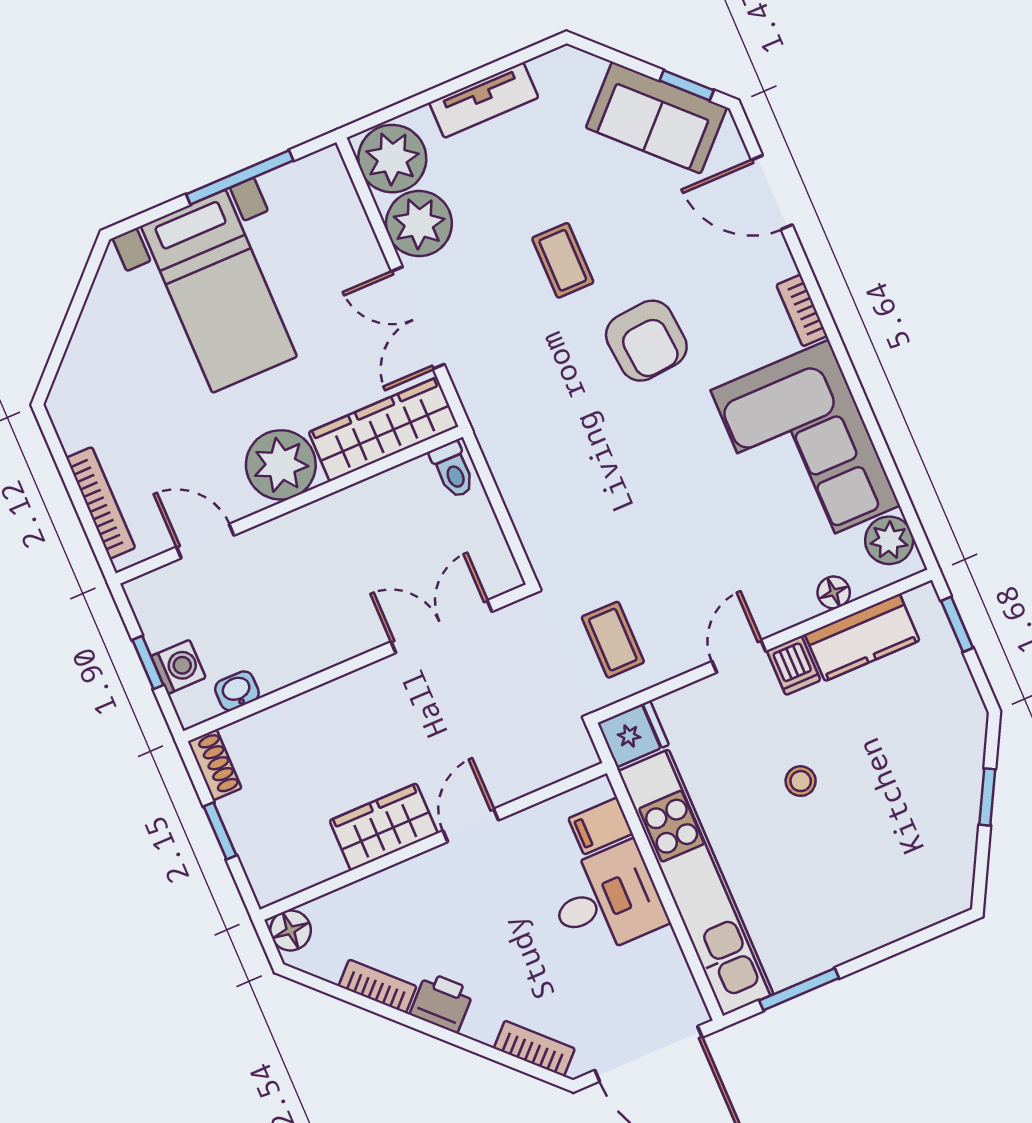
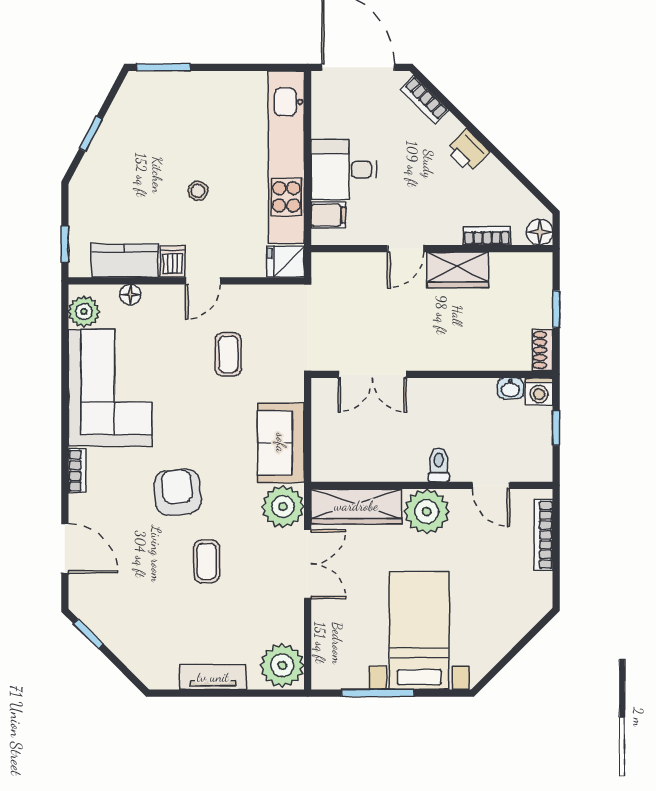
sofa: (656, 118) -> (281, 443), moved, turned -135
plant: (419, 224) -> (283, 506), moved
toilet: (453, 470) -> (439, 465), moved
coffee table: (613, 640) -> (228, 354), moved
washing machine: (178, 667) -> (539, 391), moved, turned -90
bookcase: (377, 986) -> (487, 236), moved, turned 135
window: (799, 989) -> (163, 67), moved

